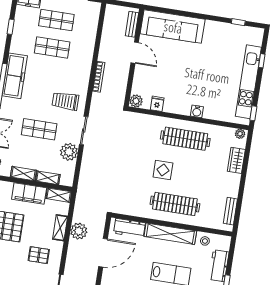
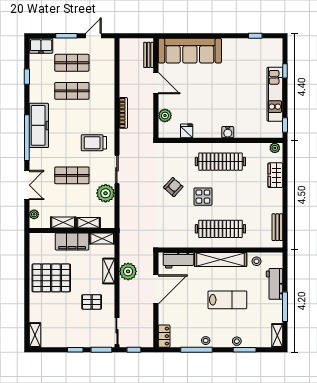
kitchen unit: (248, 82) -> (275, 94), width x0.73
plant: (136, 101) -> (165, 116), moved
armchair: (136, 156) -> (173, 187), added

